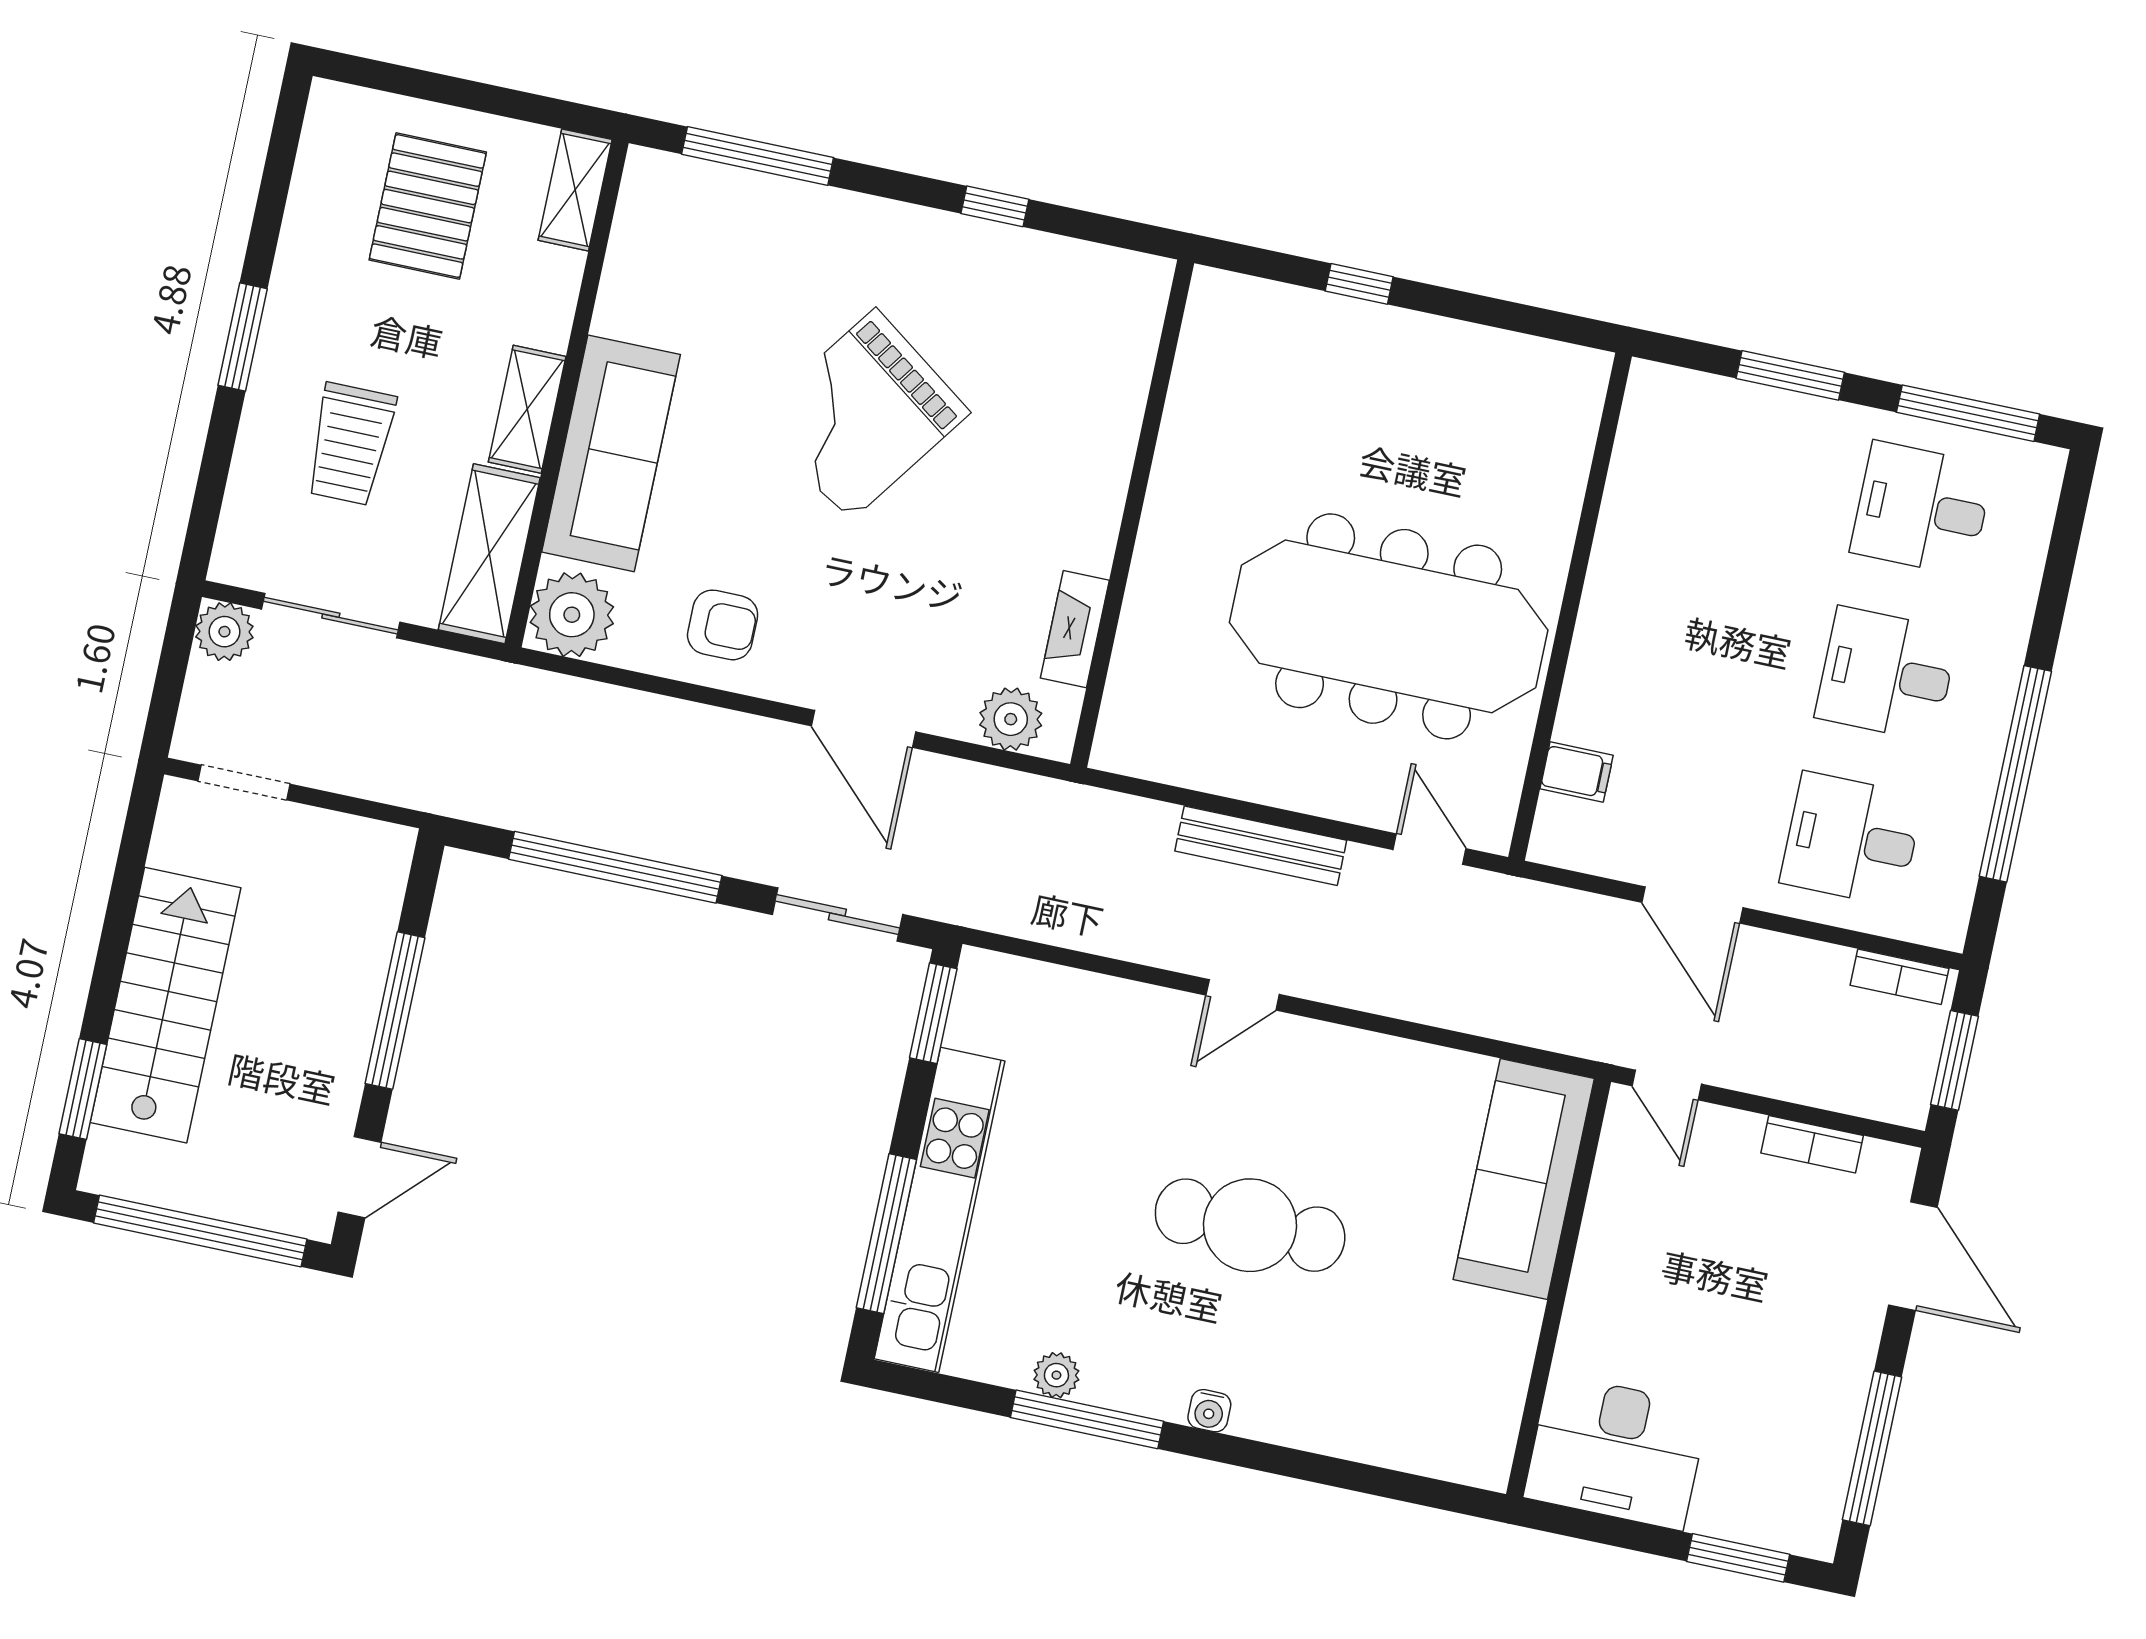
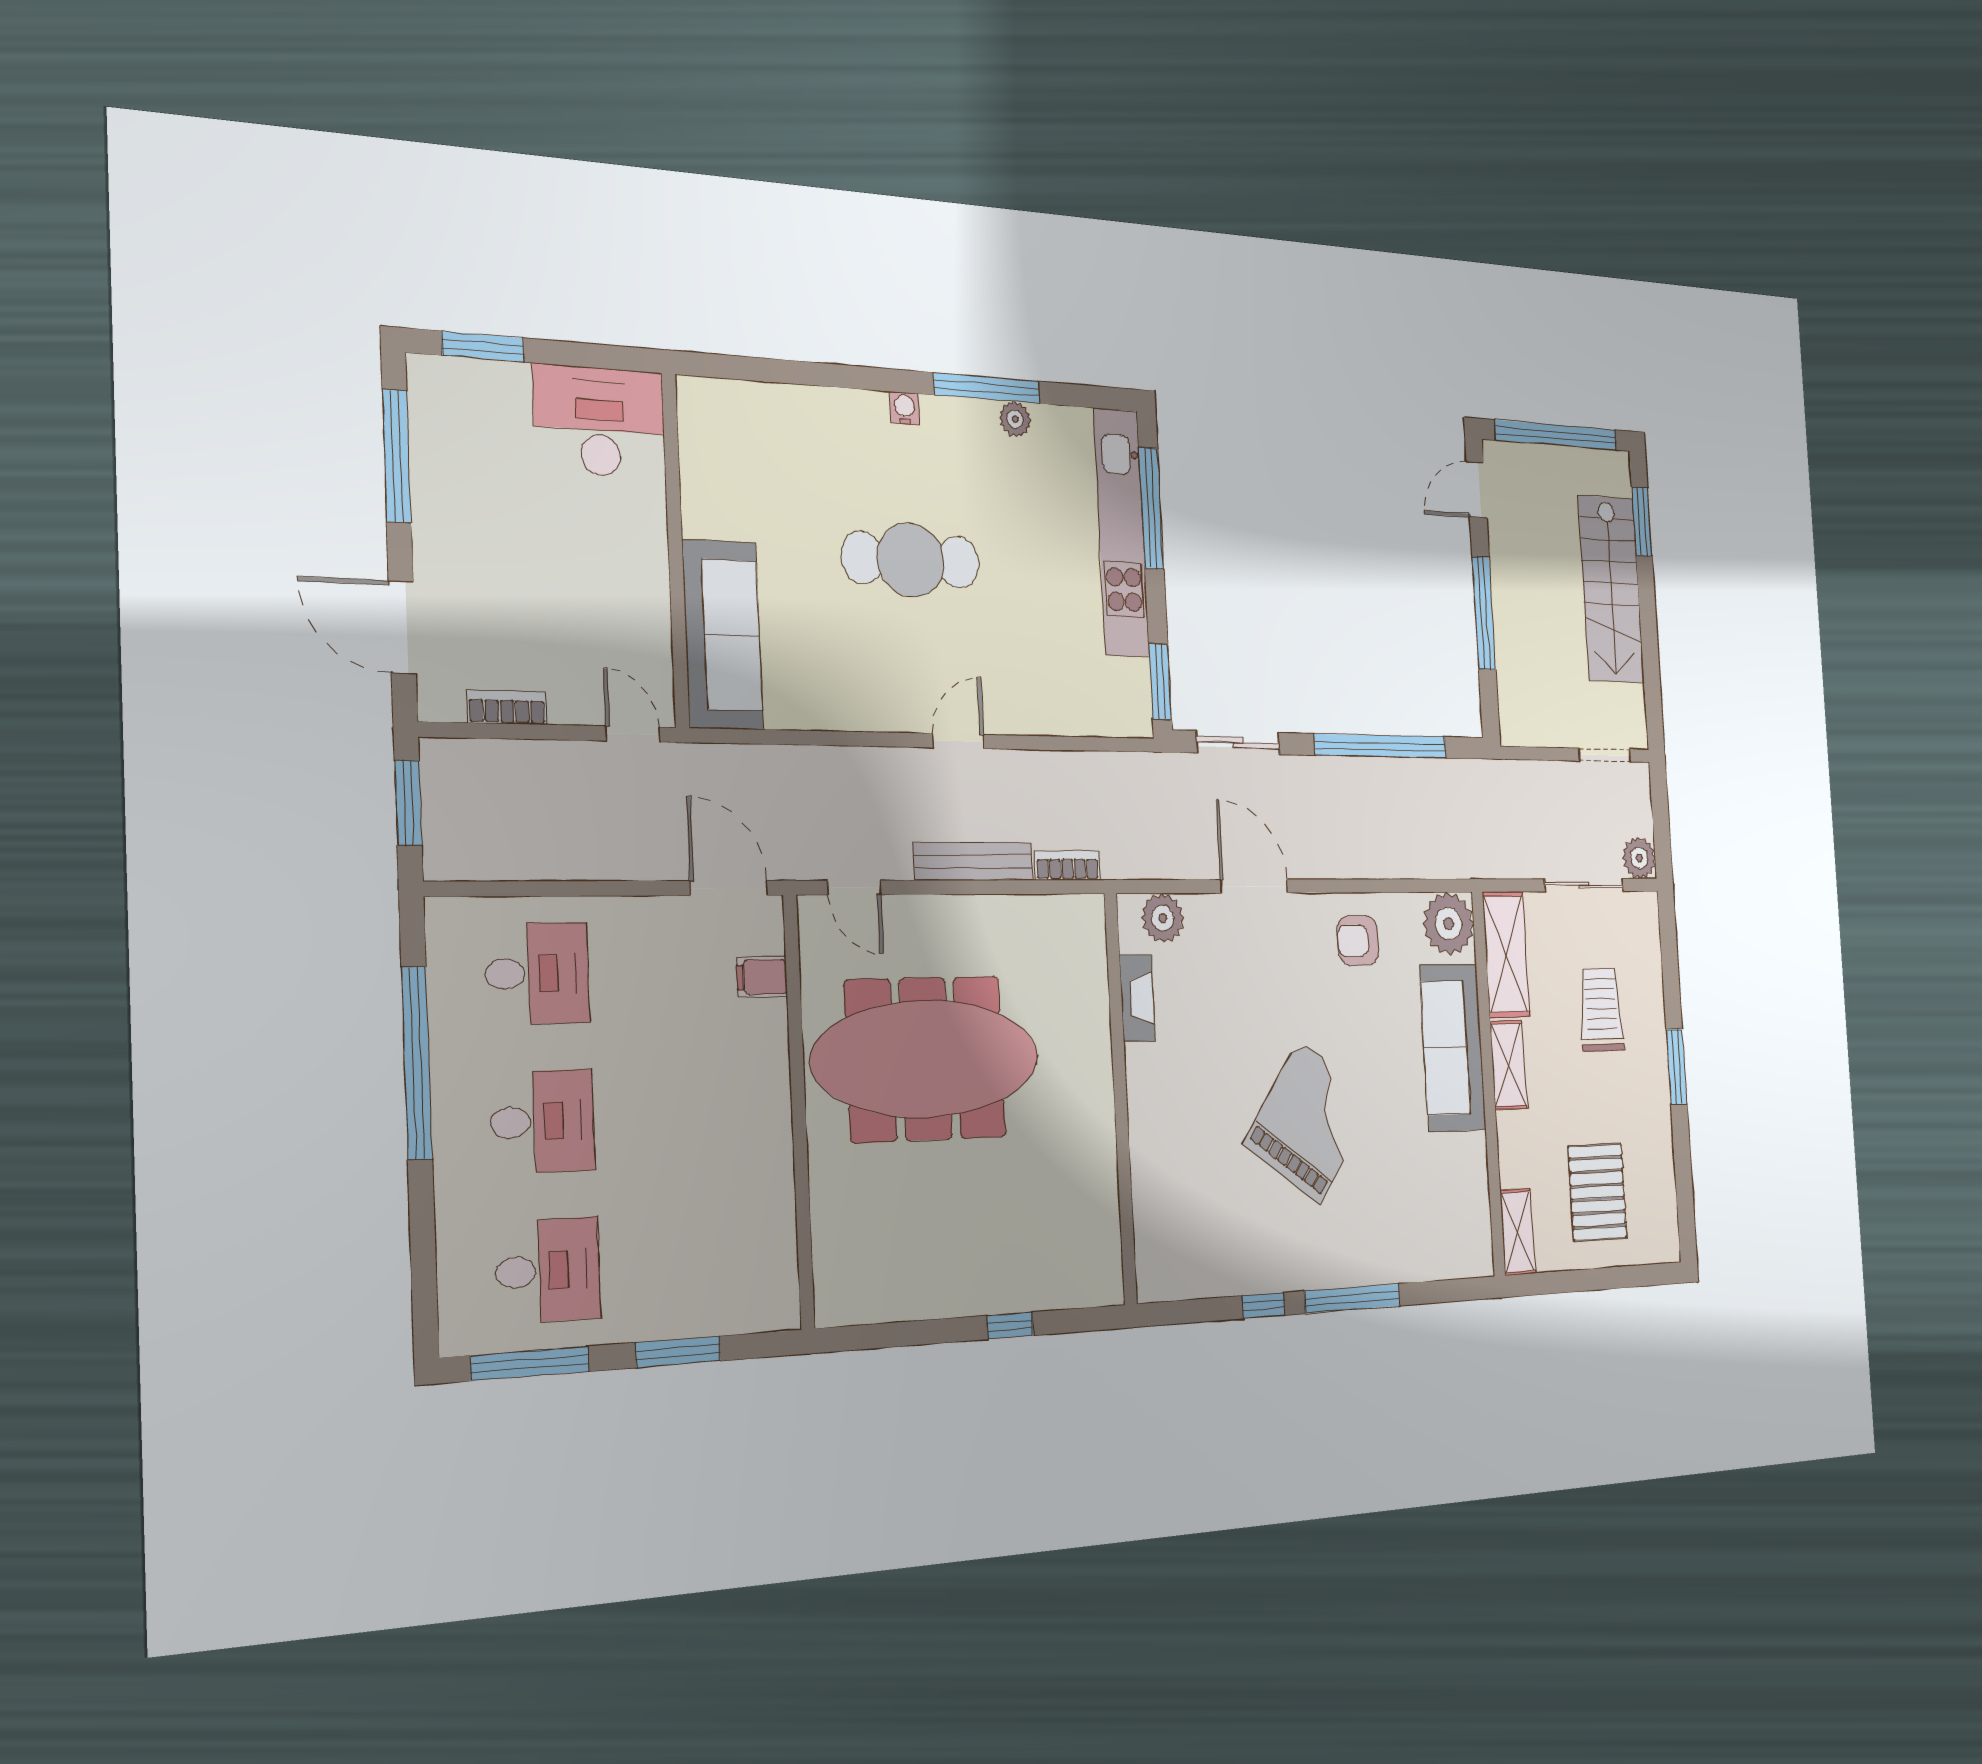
window: (758, 156) -> (1352, 1299), moved
door: (1692, 905) -> (729, 888), moved
bookcase: (1900, 977) -> (1067, 865), moved

